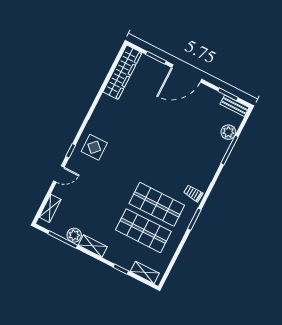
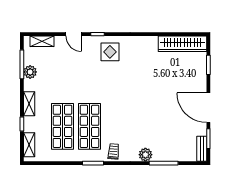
door: (187, 73) -> (208, 108), moved
plant: (228, 132) -> (145, 155), moved
shelving: (93, 246) -> (29, 104), moved

